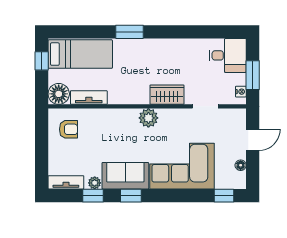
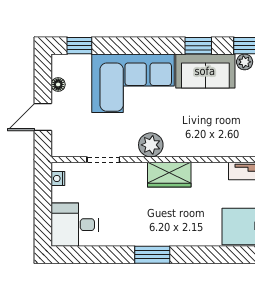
window: (130, 32) -> (152, 255), moved
window: (253, 75) -> (43, 199), removed
wardrobe: (167, 95) -> (169, 175), moved
plant: (148, 118) -> (151, 145), moved

